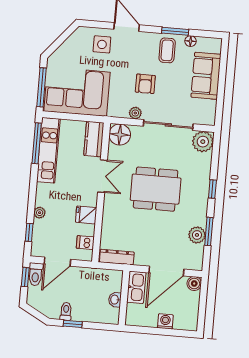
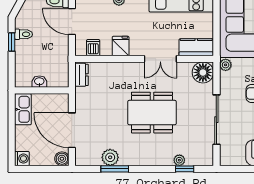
plant: (135, 113) -> (226, 65), moved
plant: (203, 142) -> (179, 160), moved, width x0.53, depth x0.53
dining table: (156, 189) -> (152, 113), turned 90
window: (212, 189) -> (185, 169), moved
dresser: (117, 257) -> (82, 75), width x0.70
kitchen sink: (136, 287) -> (23, 109), moved, turned -90
washing machine: (165, 321) -> (22, 159), moved

